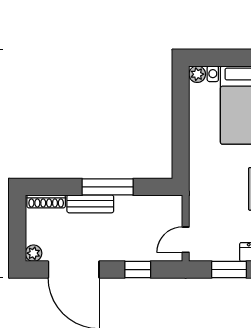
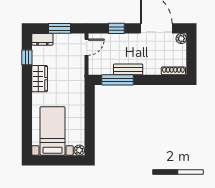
window: (108, 187) -> (118, 80), moved
bench: (90, 204) -> (128, 69), moved

